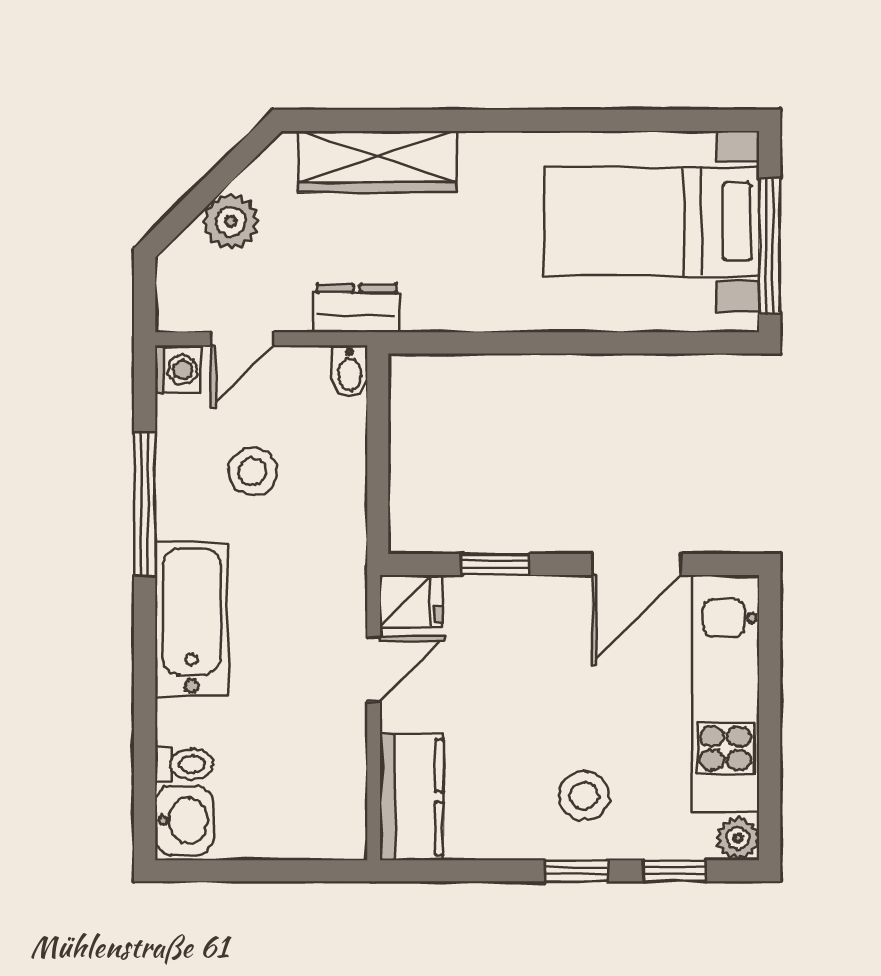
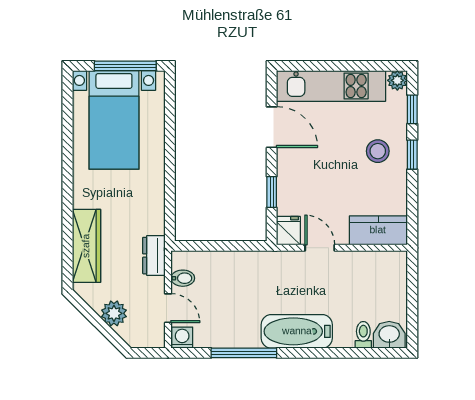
bidet: (350, 371) -> (183, 278), moved
stool: (253, 472) -> (229, 303), removed

